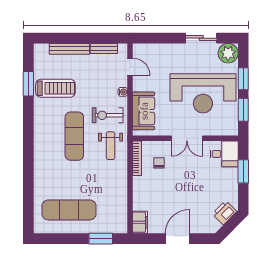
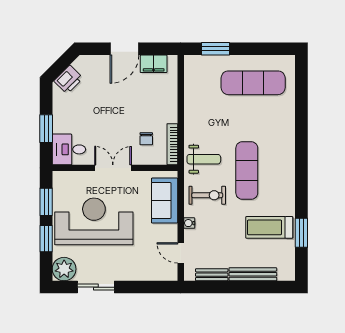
weight bench: (111, 146) -> (204, 159), turned 90
filing cabinet: (140, 222) -> (154, 64), moved, turned -90

